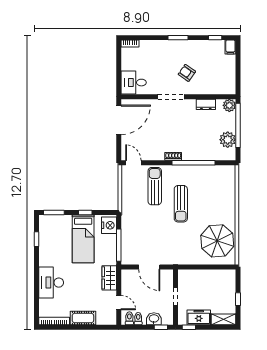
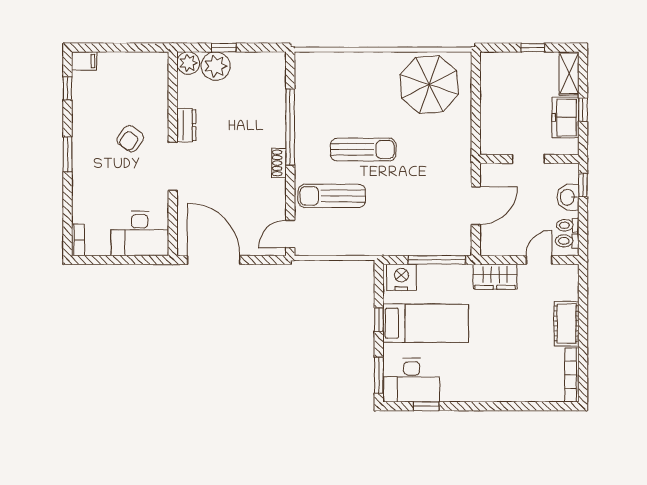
desk: (134, 83) -> (140, 233), width x1.37
dresser: (206, 104) -> (186, 125), moved
window: (238, 125) -> (224, 48), width x0.32
plant: (228, 140) -> (216, 66), moved
desk: (51, 283) -> (412, 380), moved
window: (189, 327) -> (583, 110), moved

